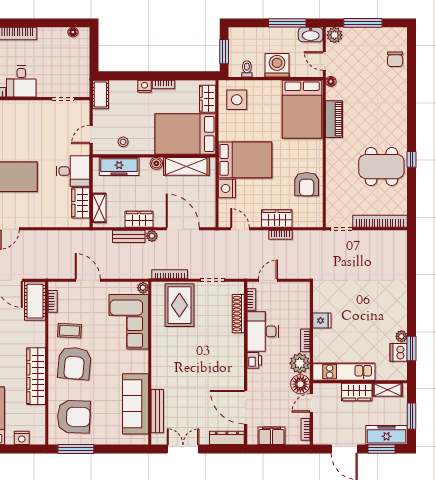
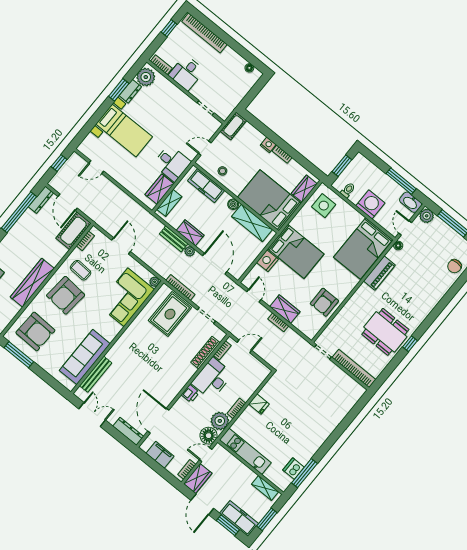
plant: (401, 336) -> (304, 459), removed
window: (411, 348) -> (304, 473), width x1.44
wardrobe: (357, 392) -> (198, 478), moved, turned -90

